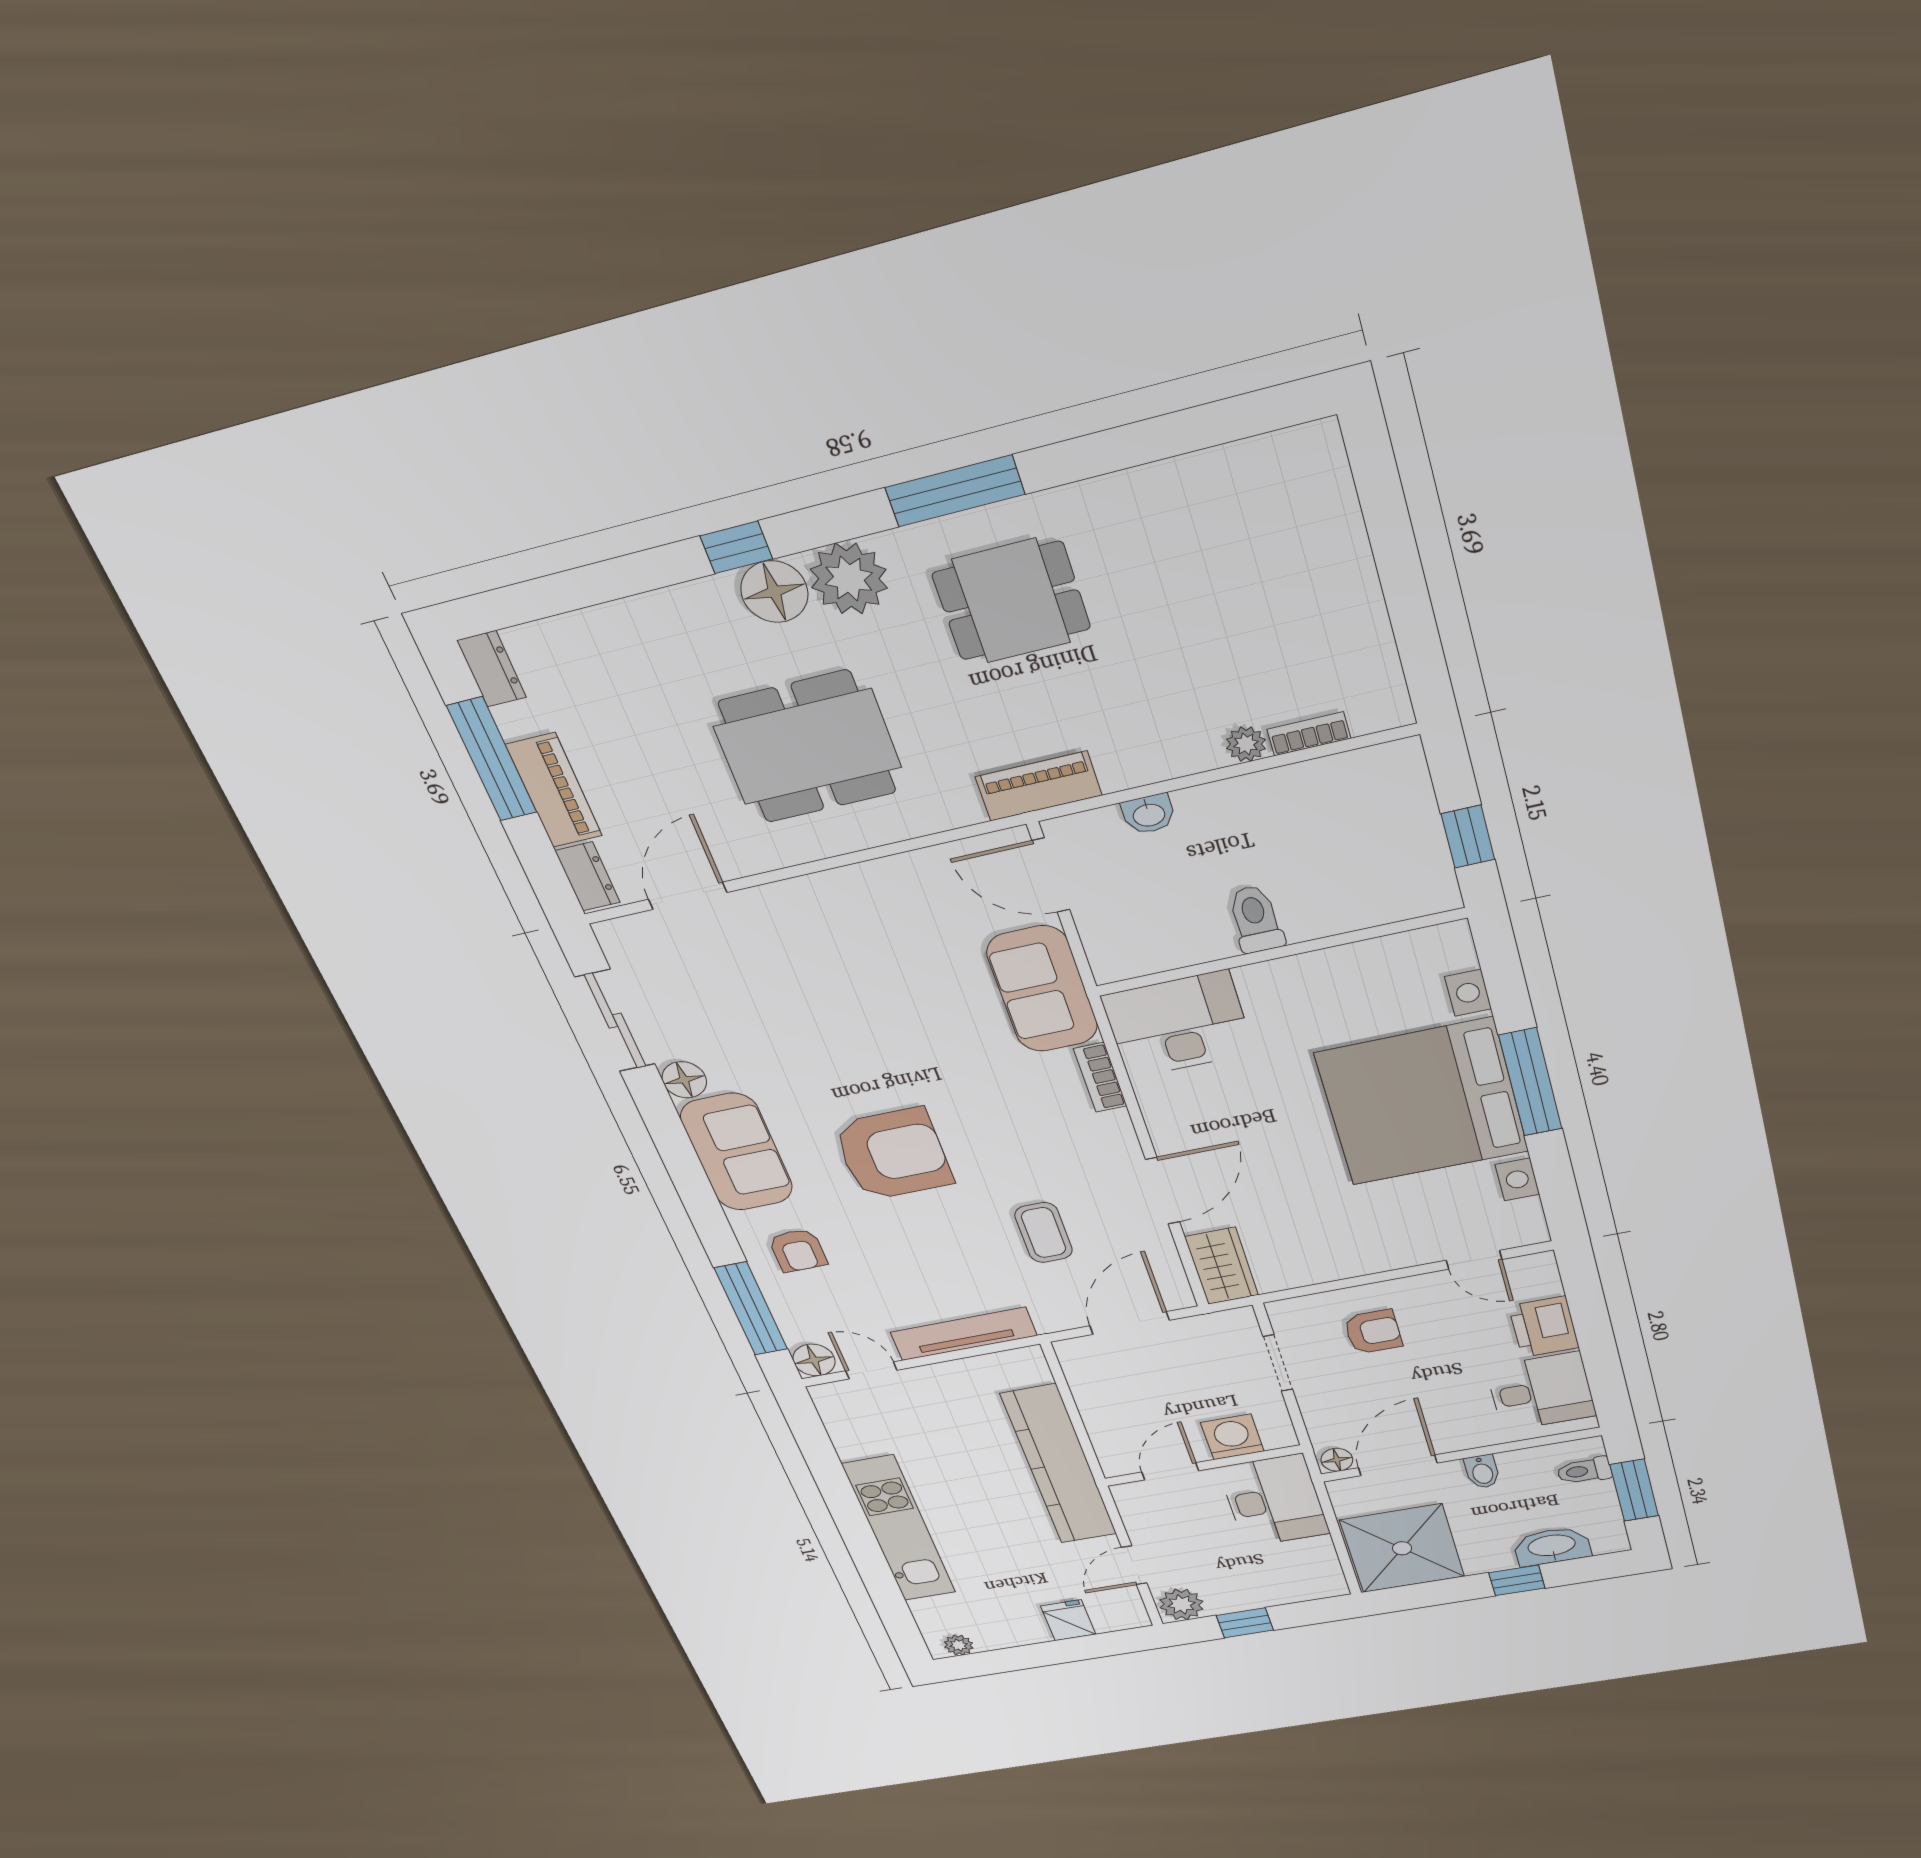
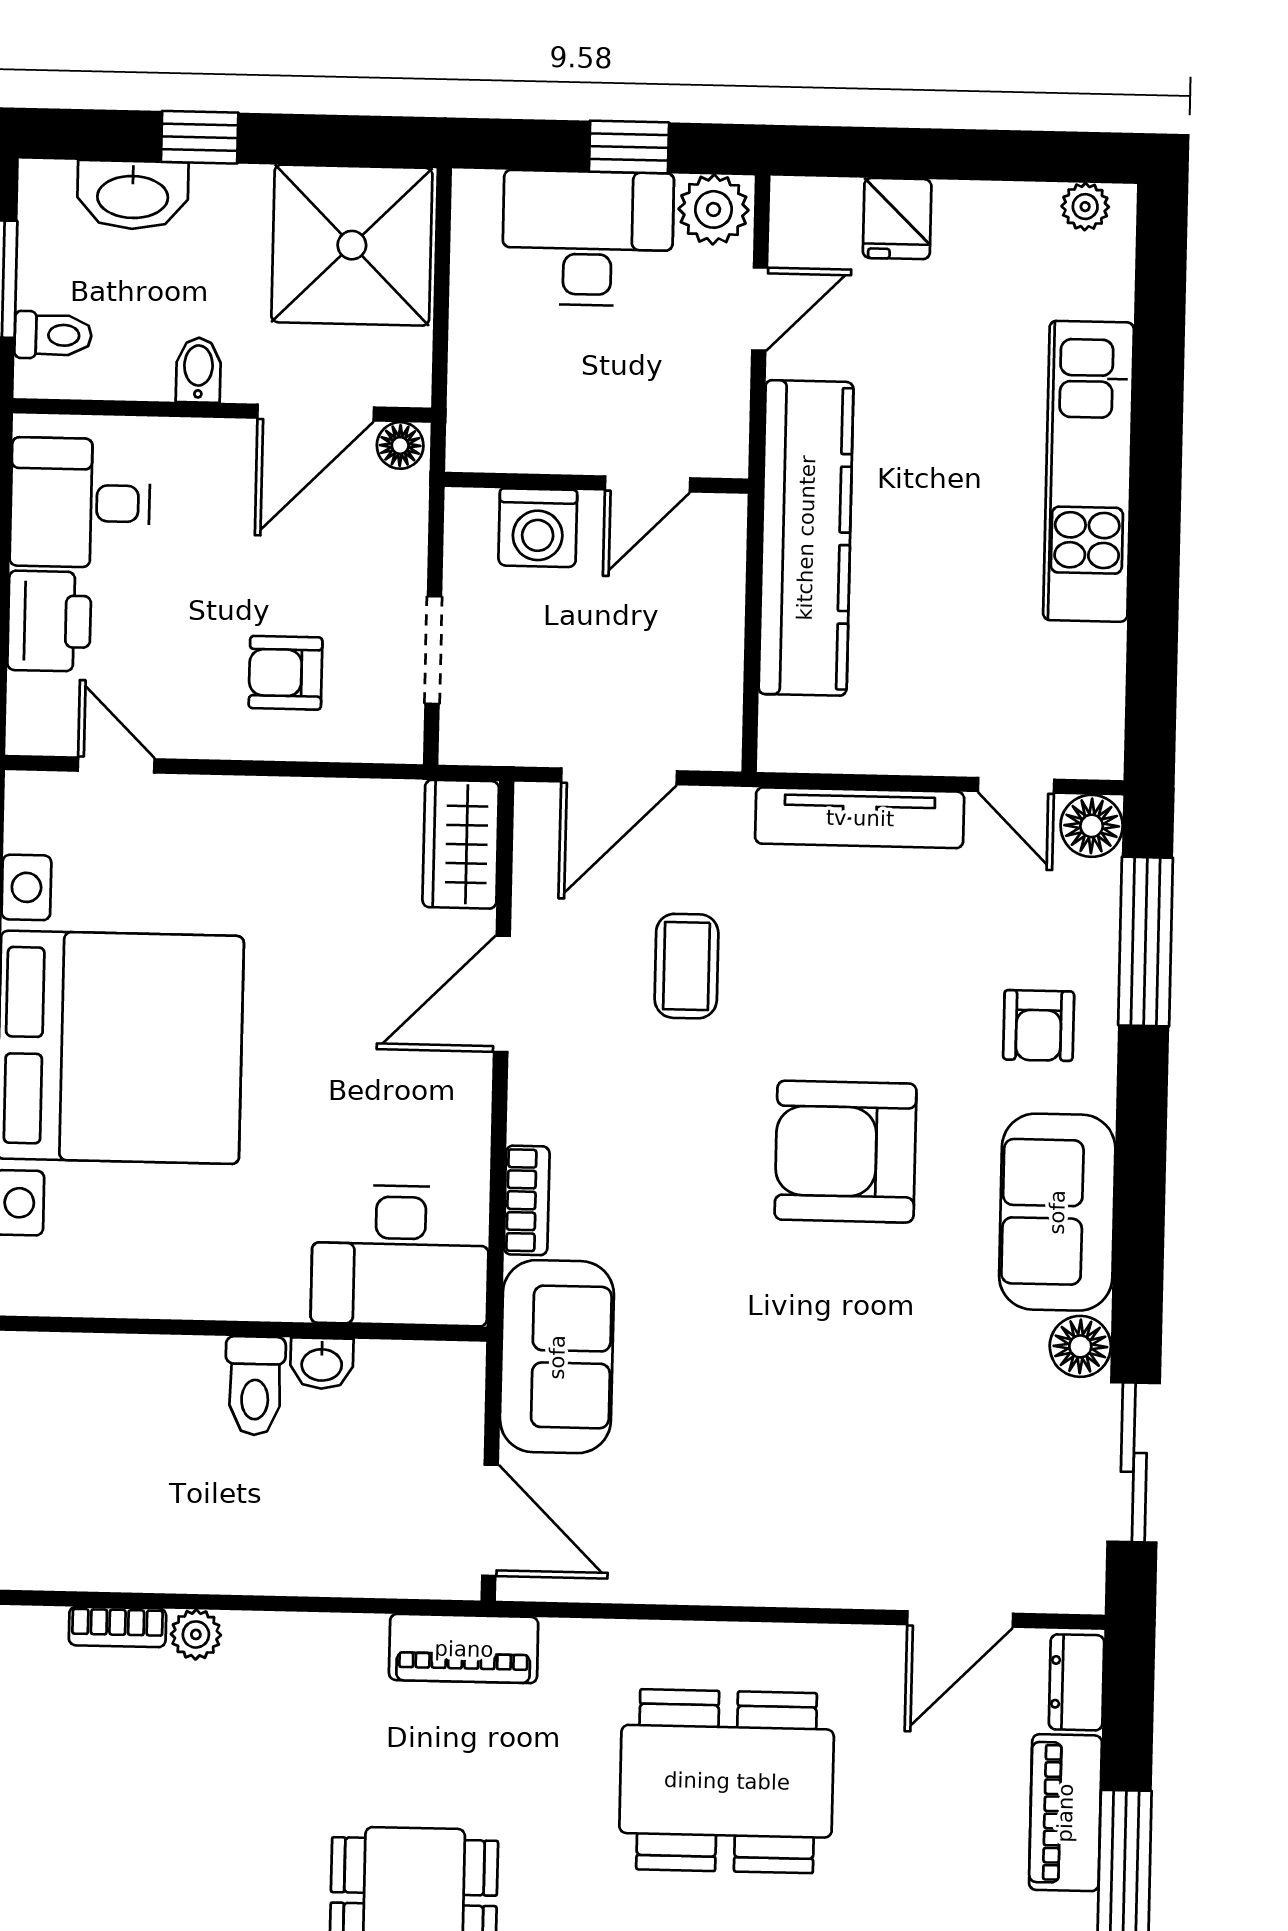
washbasin: (1149, 814) -> (322, 1363), moved, turned 180
armchair: (798, 1250) -> (1039, 1025), turned 180
desk: (1274, 1501) -> (588, 238), moved, turned 90

